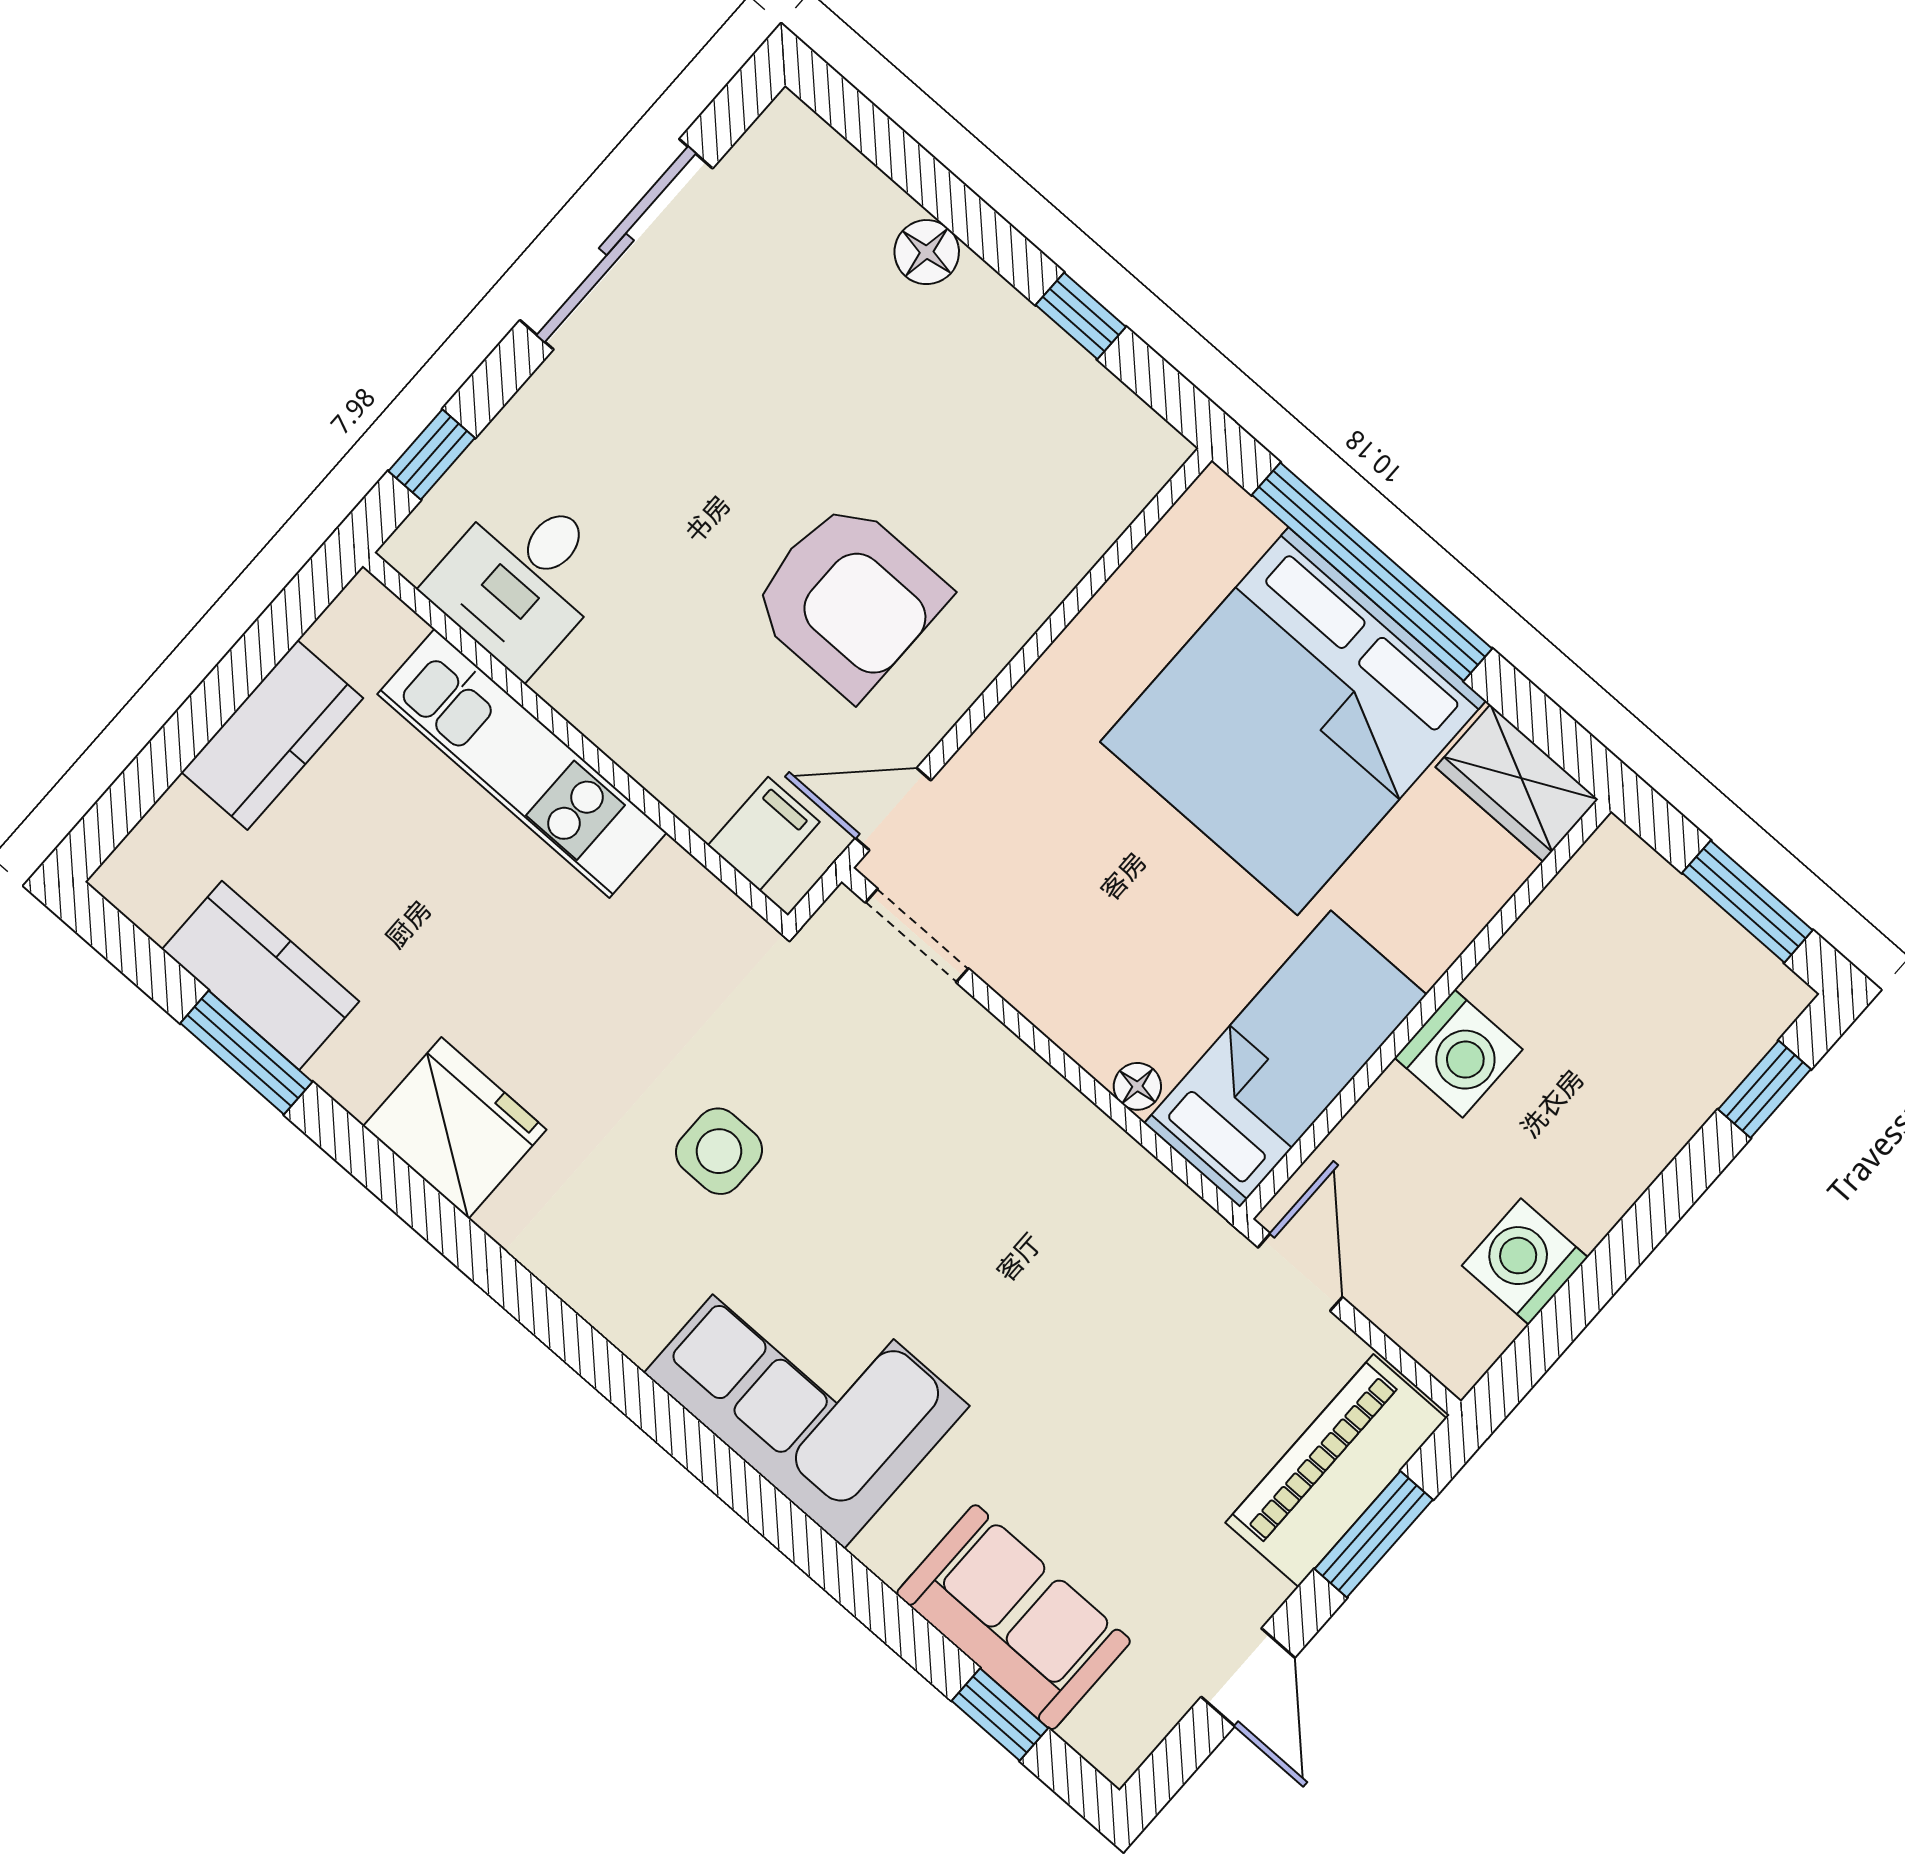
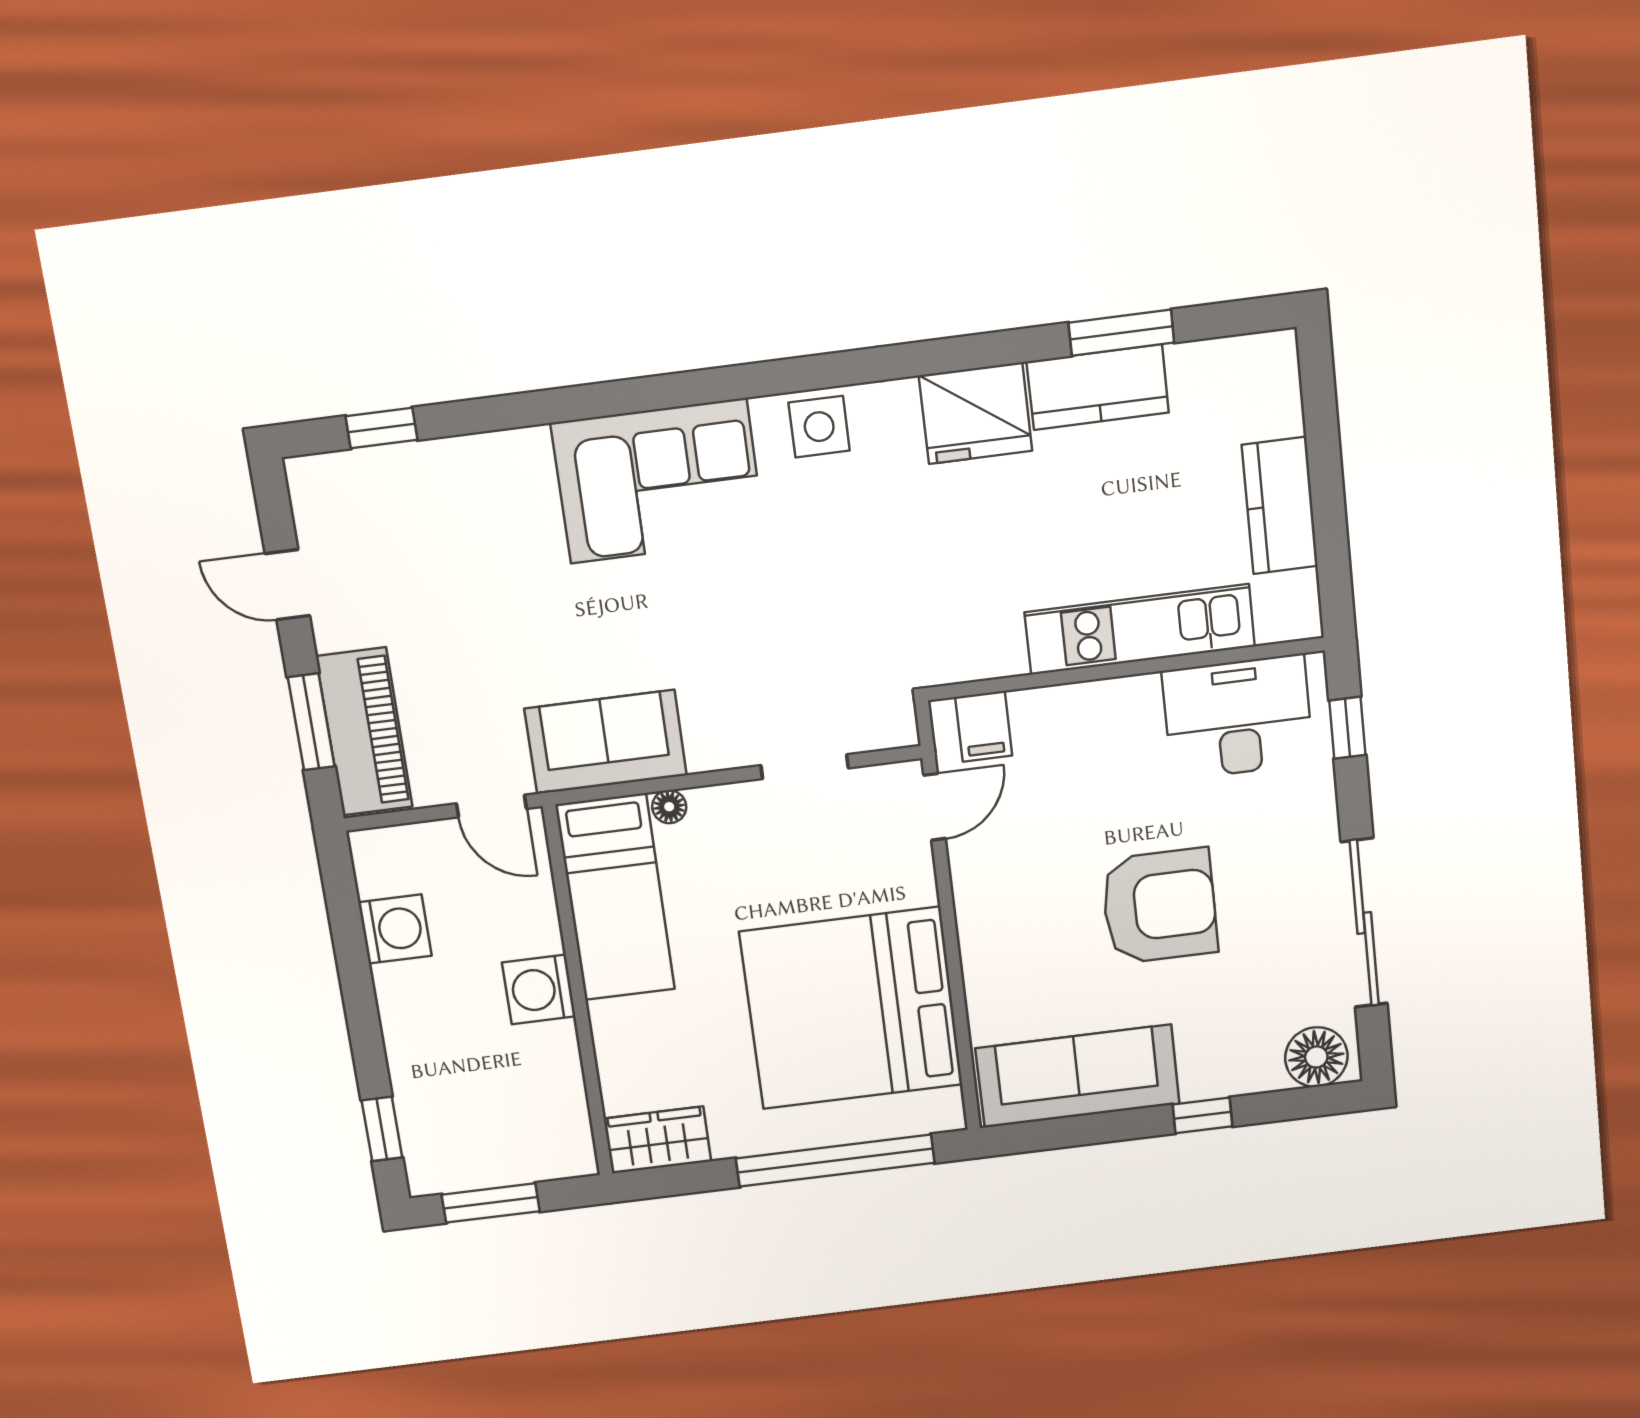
floor lamp: (927, 252) -> (1316, 1057), moved, width x1.38, depth x1.38
window: (1081, 316) -> (1203, 1115), moved
sofa: (1049, 396) -> (1078, 1076), added
desk: (522, 579) -> (1238, 717), width x1.37
armchair: (849, 599) -> (1159, 906), moved, turned 180
bed: (1293, 721) -> (851, 1008), moved, turned -90
doorway: (917, 935) -> (805, 767), moved
kitchen counter: (260, 975) -> (1098, 387), moved
side table: (719, 1151) -> (819, 427), moved
sofa: (1014, 1617) -> (606, 742), moved, turned 180

